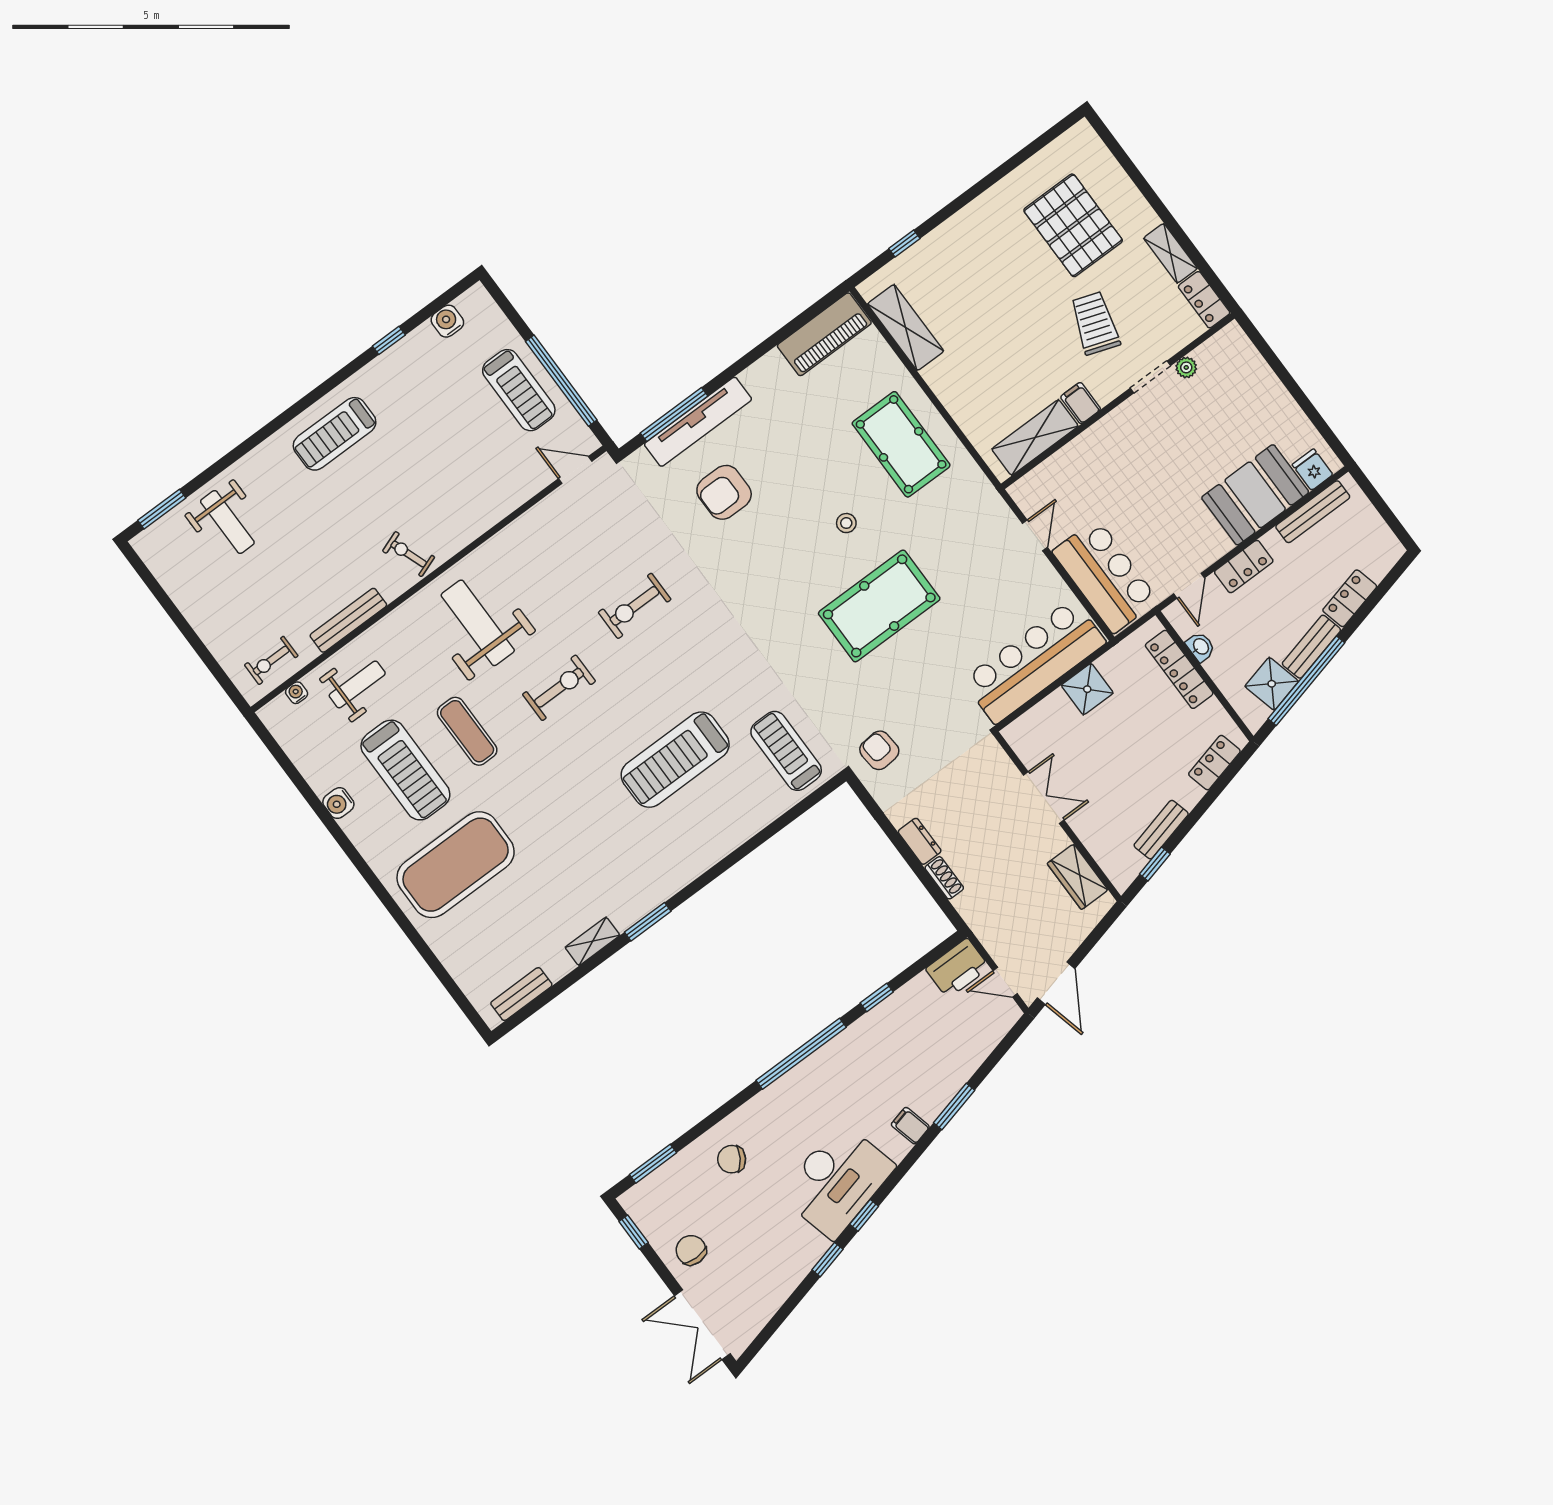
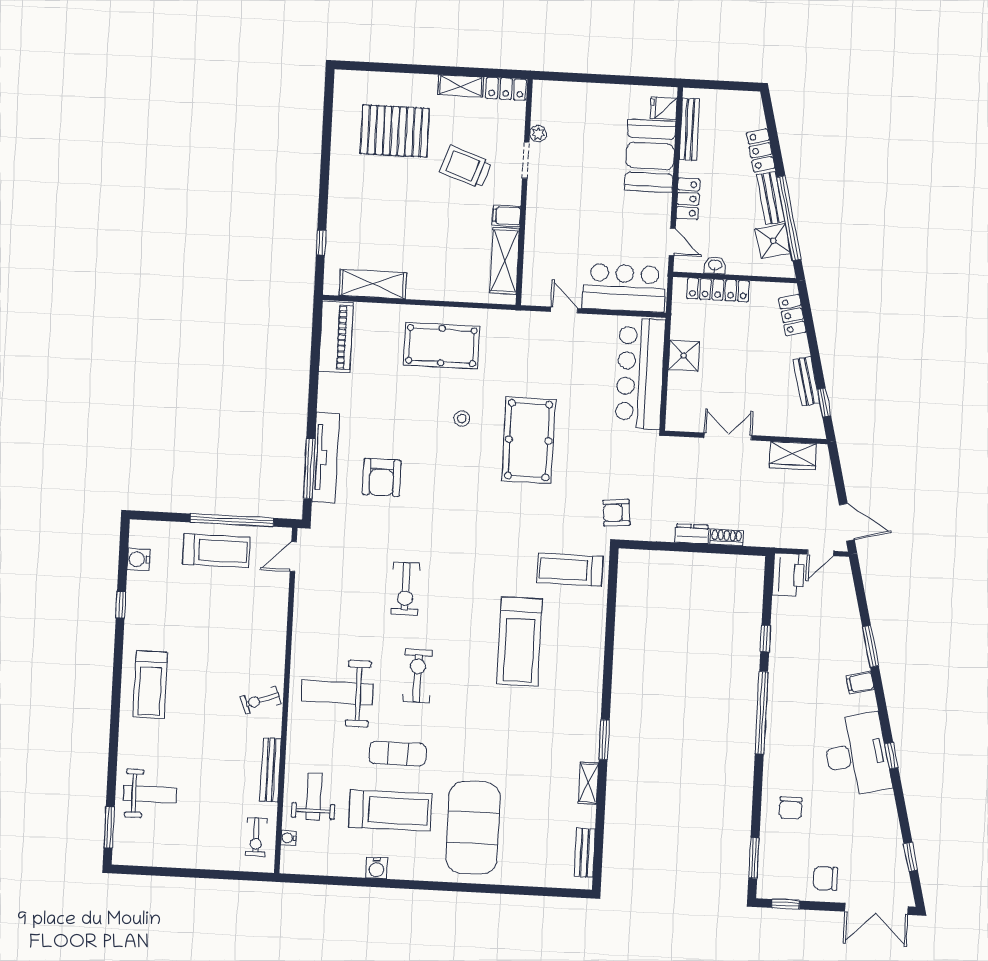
chair: (732, 1159) -> (791, 808), turned -33
window: (827, 1260) -> (911, 857), moved

